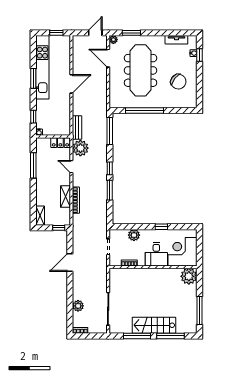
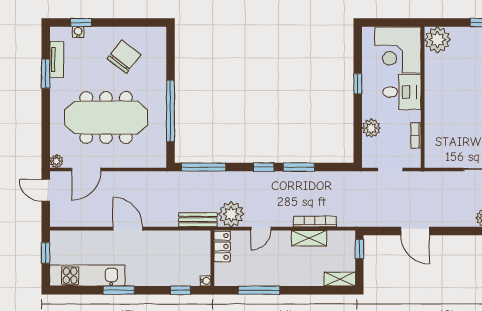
window: (131, 33) -> (46, 74), moved
kitchen unit: (42, 67) -> (87, 276), width x0.73

